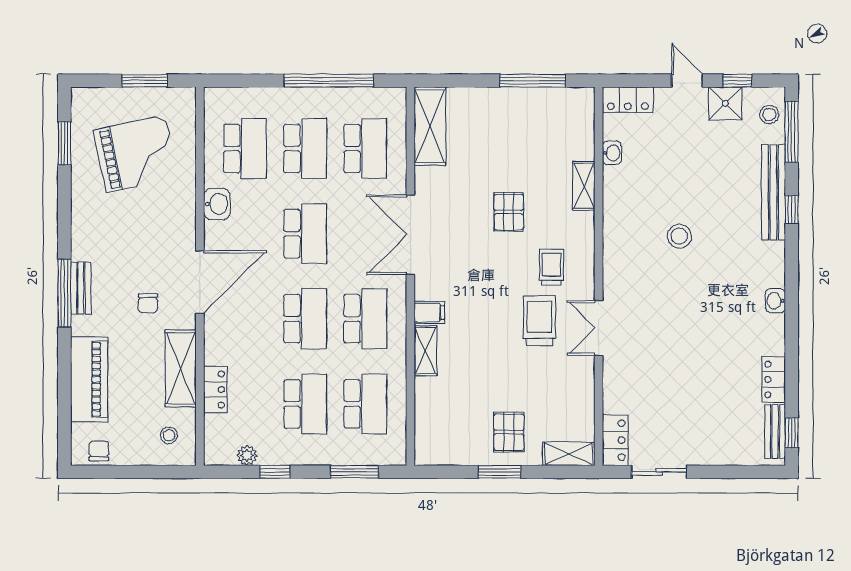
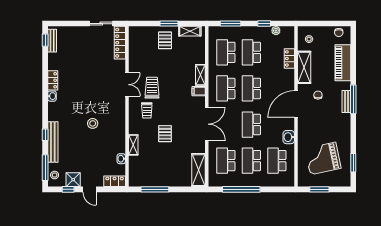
trolley: (539, 321) -> (152, 88), turned 180
locker: (774, 380) -> (53, 80), moved
locker: (615, 440) -> (120, 43), width x1.53
shelving: (569, 454) -> (190, 31), moved

